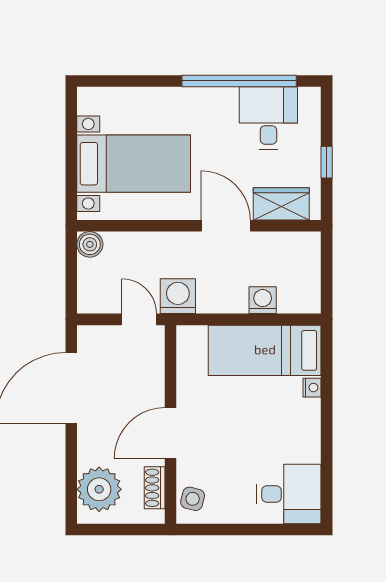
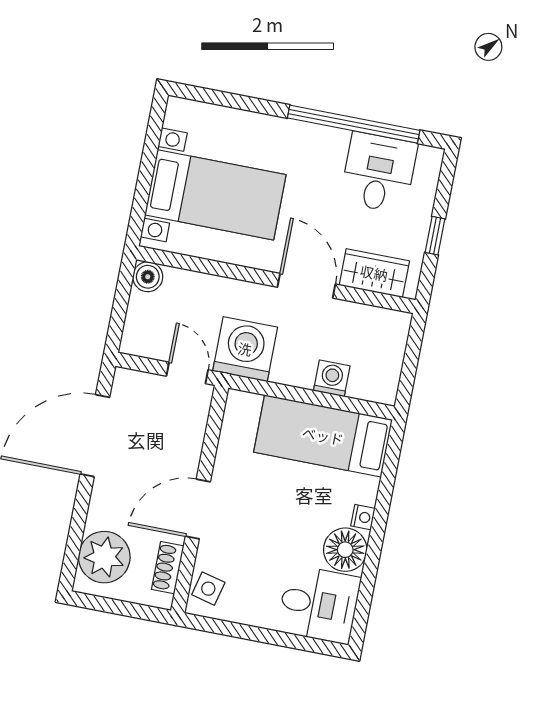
washing machine: (178, 296) -> (245, 349), width x1.37, depth x1.37
nightstand: (312, 388) -> (363, 517), moved
floor lamp: (302, 443) -> (345, 550), added

